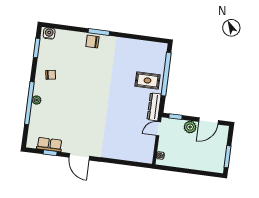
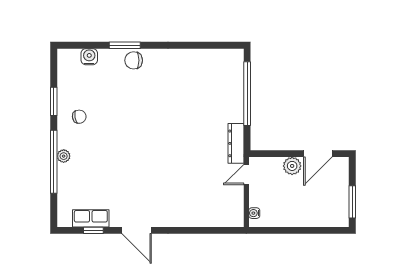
window: (99, 32) -> (125, 45), moved
water cooler: (49, 33) -> (89, 57), moved
window: (37, 48) -> (54, 101), moved
rug: (147, 81) -> (221, 106), removed
window: (175, 117) -> (269, 154), removed

